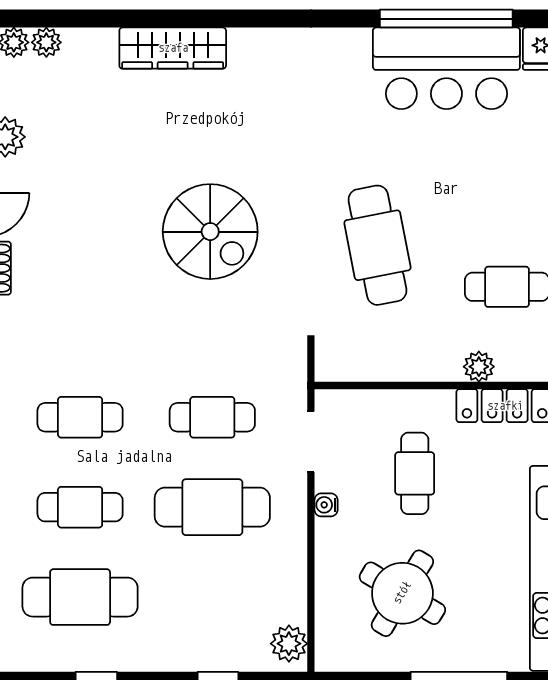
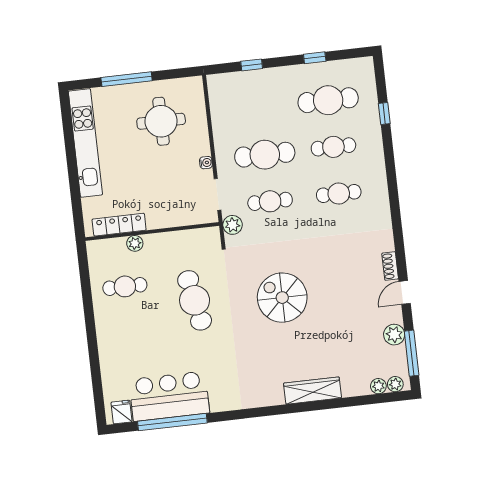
cafe table: (415, 473) -> (162, 184), removed
round table: (402, 593) -> (161, 121), turned -31
plant: (289, 644) -> (233, 225), moved

